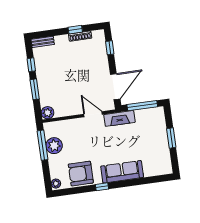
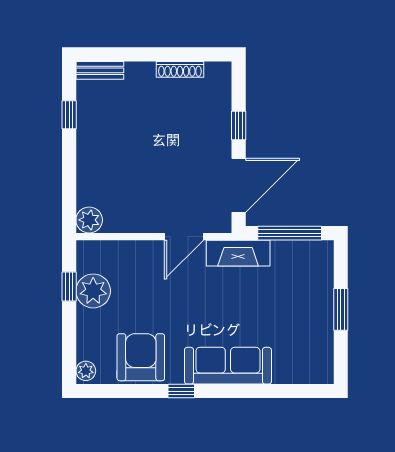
window: (75, 30) -> (172, 54), removed
window: (110, 48) -> (239, 125), moved
window: (35, 89) -> (69, 167), removed
door: (93, 114) -> (184, 237), swing flipped
window: (43, 145) -> (69, 287), width x0.46
armchair: (81, 174) -> (141, 357), turned 90

